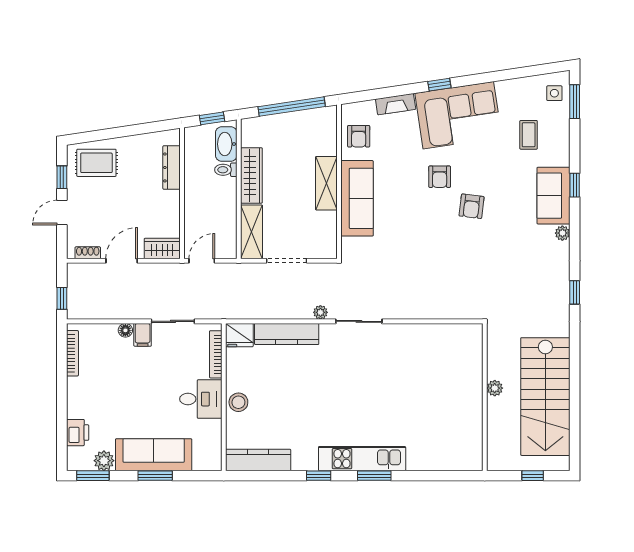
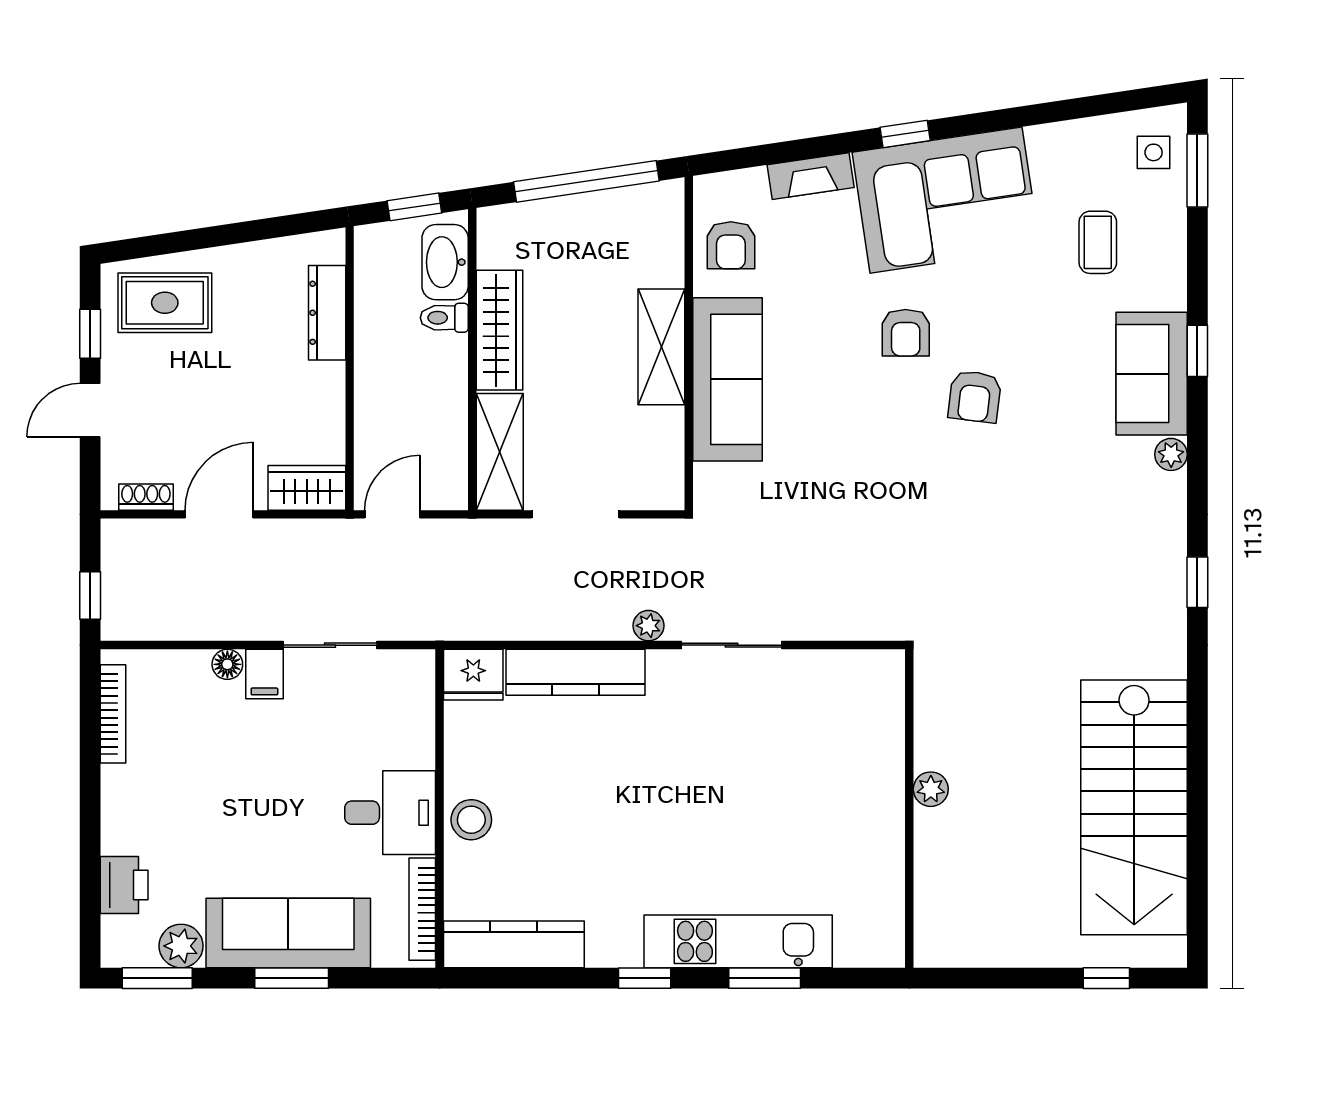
bookcase: (216, 354) -> (422, 909), moved
plant: (495, 388) -> (931, 789), moved
wall: (485, 397) -> (909, 808), moved

